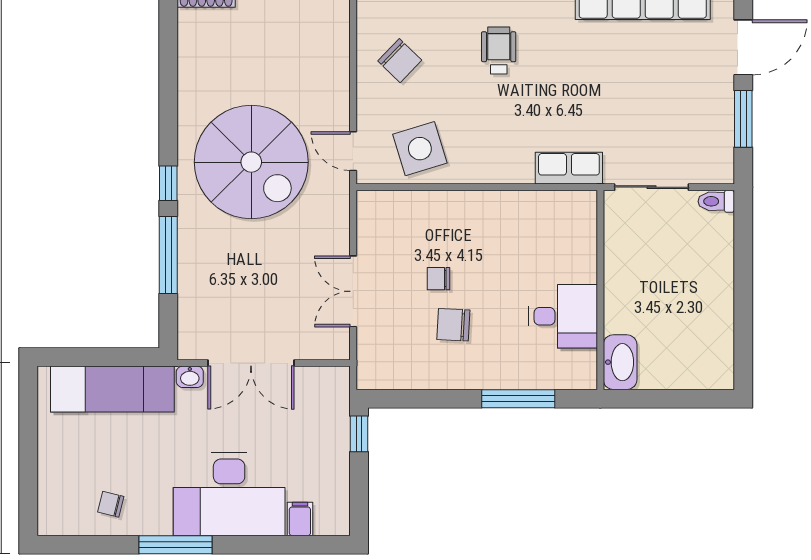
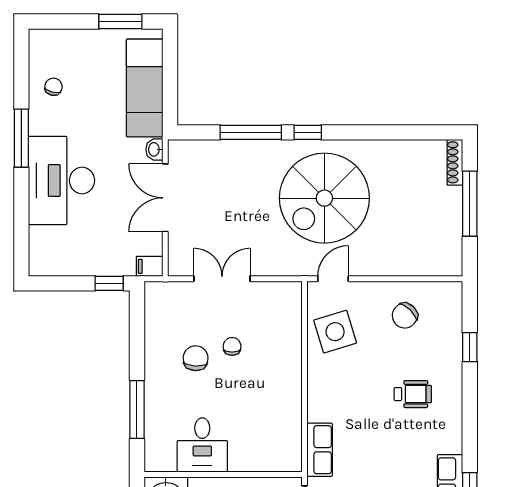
window: (28, 420) -> (120, 21), added
filing cabinet: (300, 519) -> (150, 266), moved, turned 180

